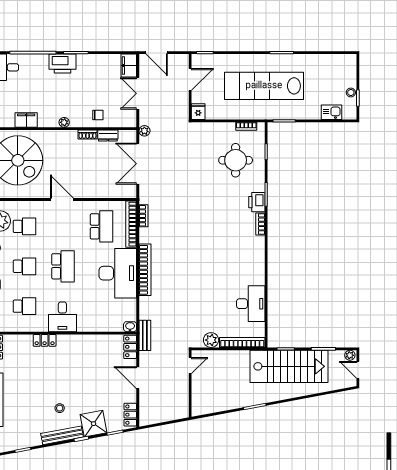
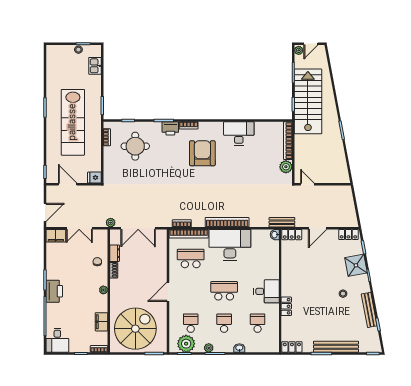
armchair: (227, 240) -> (202, 153), added
desk: (251, 304) -> (239, 133), moved
bench: (62, 435) -> (369, 310), moved

